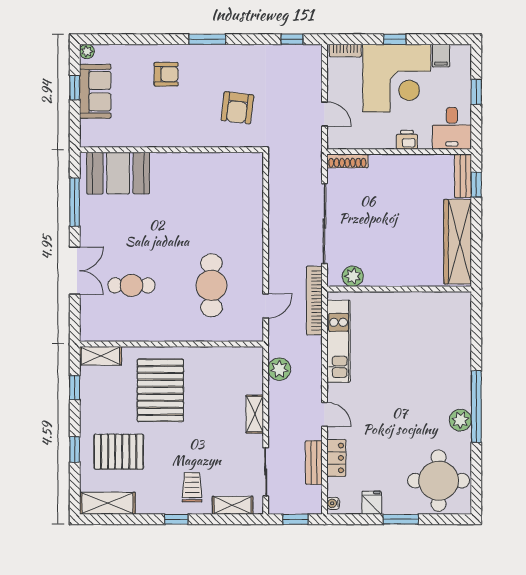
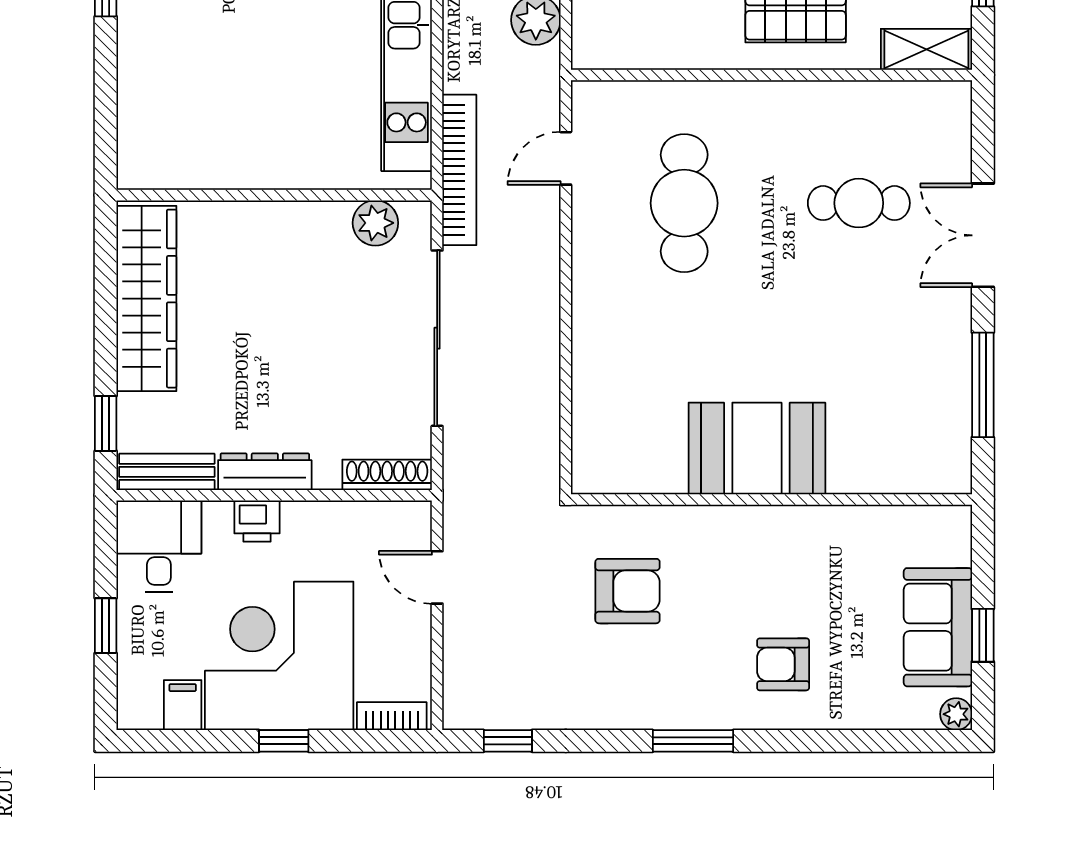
armchair: (237, 108) -> (627, 591), turned 83
dresser: (403, 162) -> (265, 472), added
booth: (118, 173) -> (757, 448), moved
bench: (463, 176) -> (167, 472), moved, turned 90

